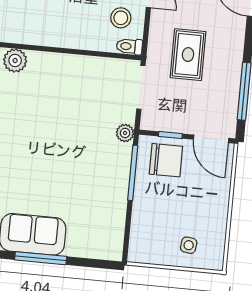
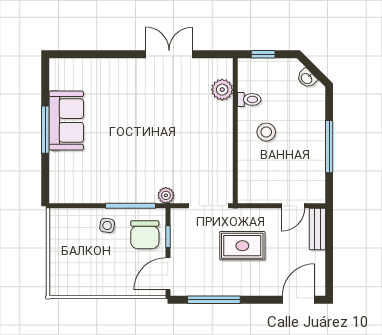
stool: (121, 18) -> (266, 132), moved
toilet: (129, 46) -> (249, 99), moved, turned 90
side table: (189, 245) -> (107, 225), moved

